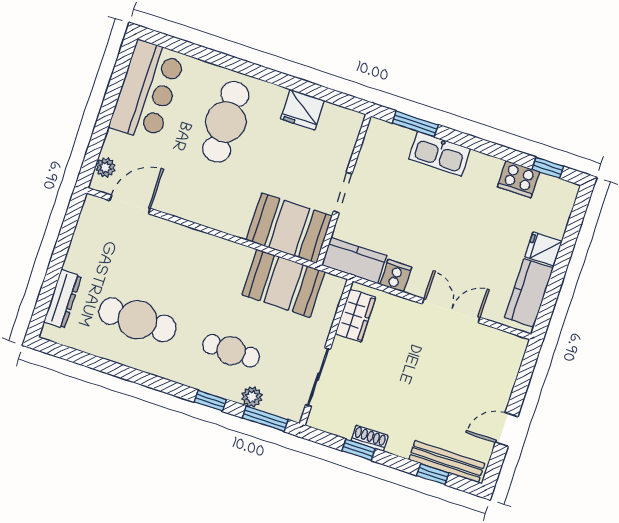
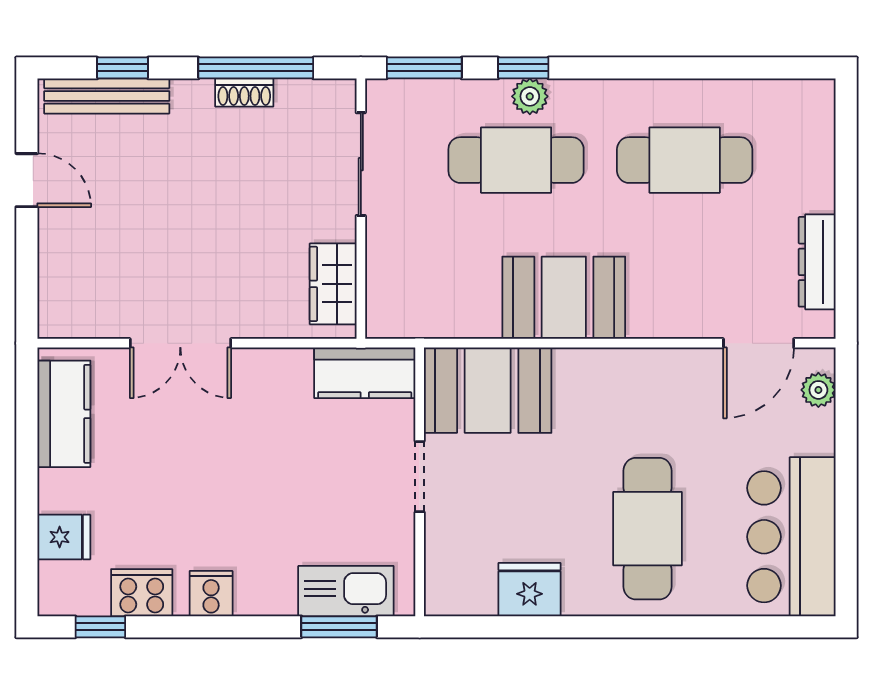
kitchen sink: (439, 154) -> (346, 591), moved
fridge: (543, 249) -> (64, 537), moved
cooker: (396, 276) -> (211, 594), moved, turned 180
booth: (284, 283) -> (564, 298), moved
dresser: (63, 299) -> (817, 262), moved
cafe table: (231, 351) -> (516, 160), width x1.37, depth x1.35
plant: (252, 397) -> (530, 96), moved
door: (507, 429) -> (27, 180), hinge flipped
window: (359, 450) -> (256, 68), width x2.17

